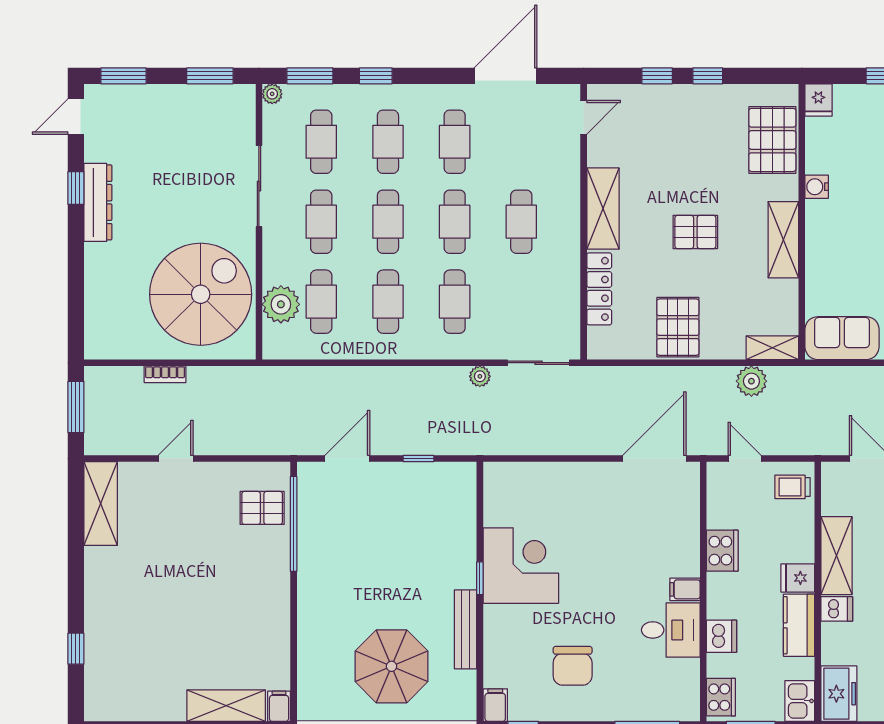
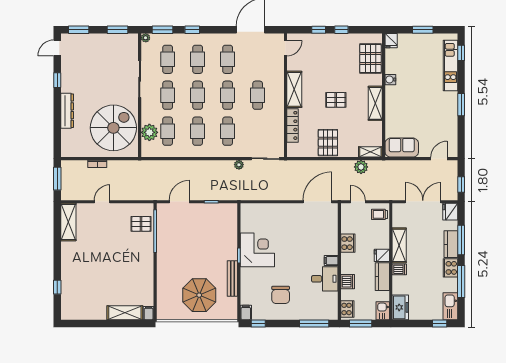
dresser: (98, 202) -> (67, 111), moved

